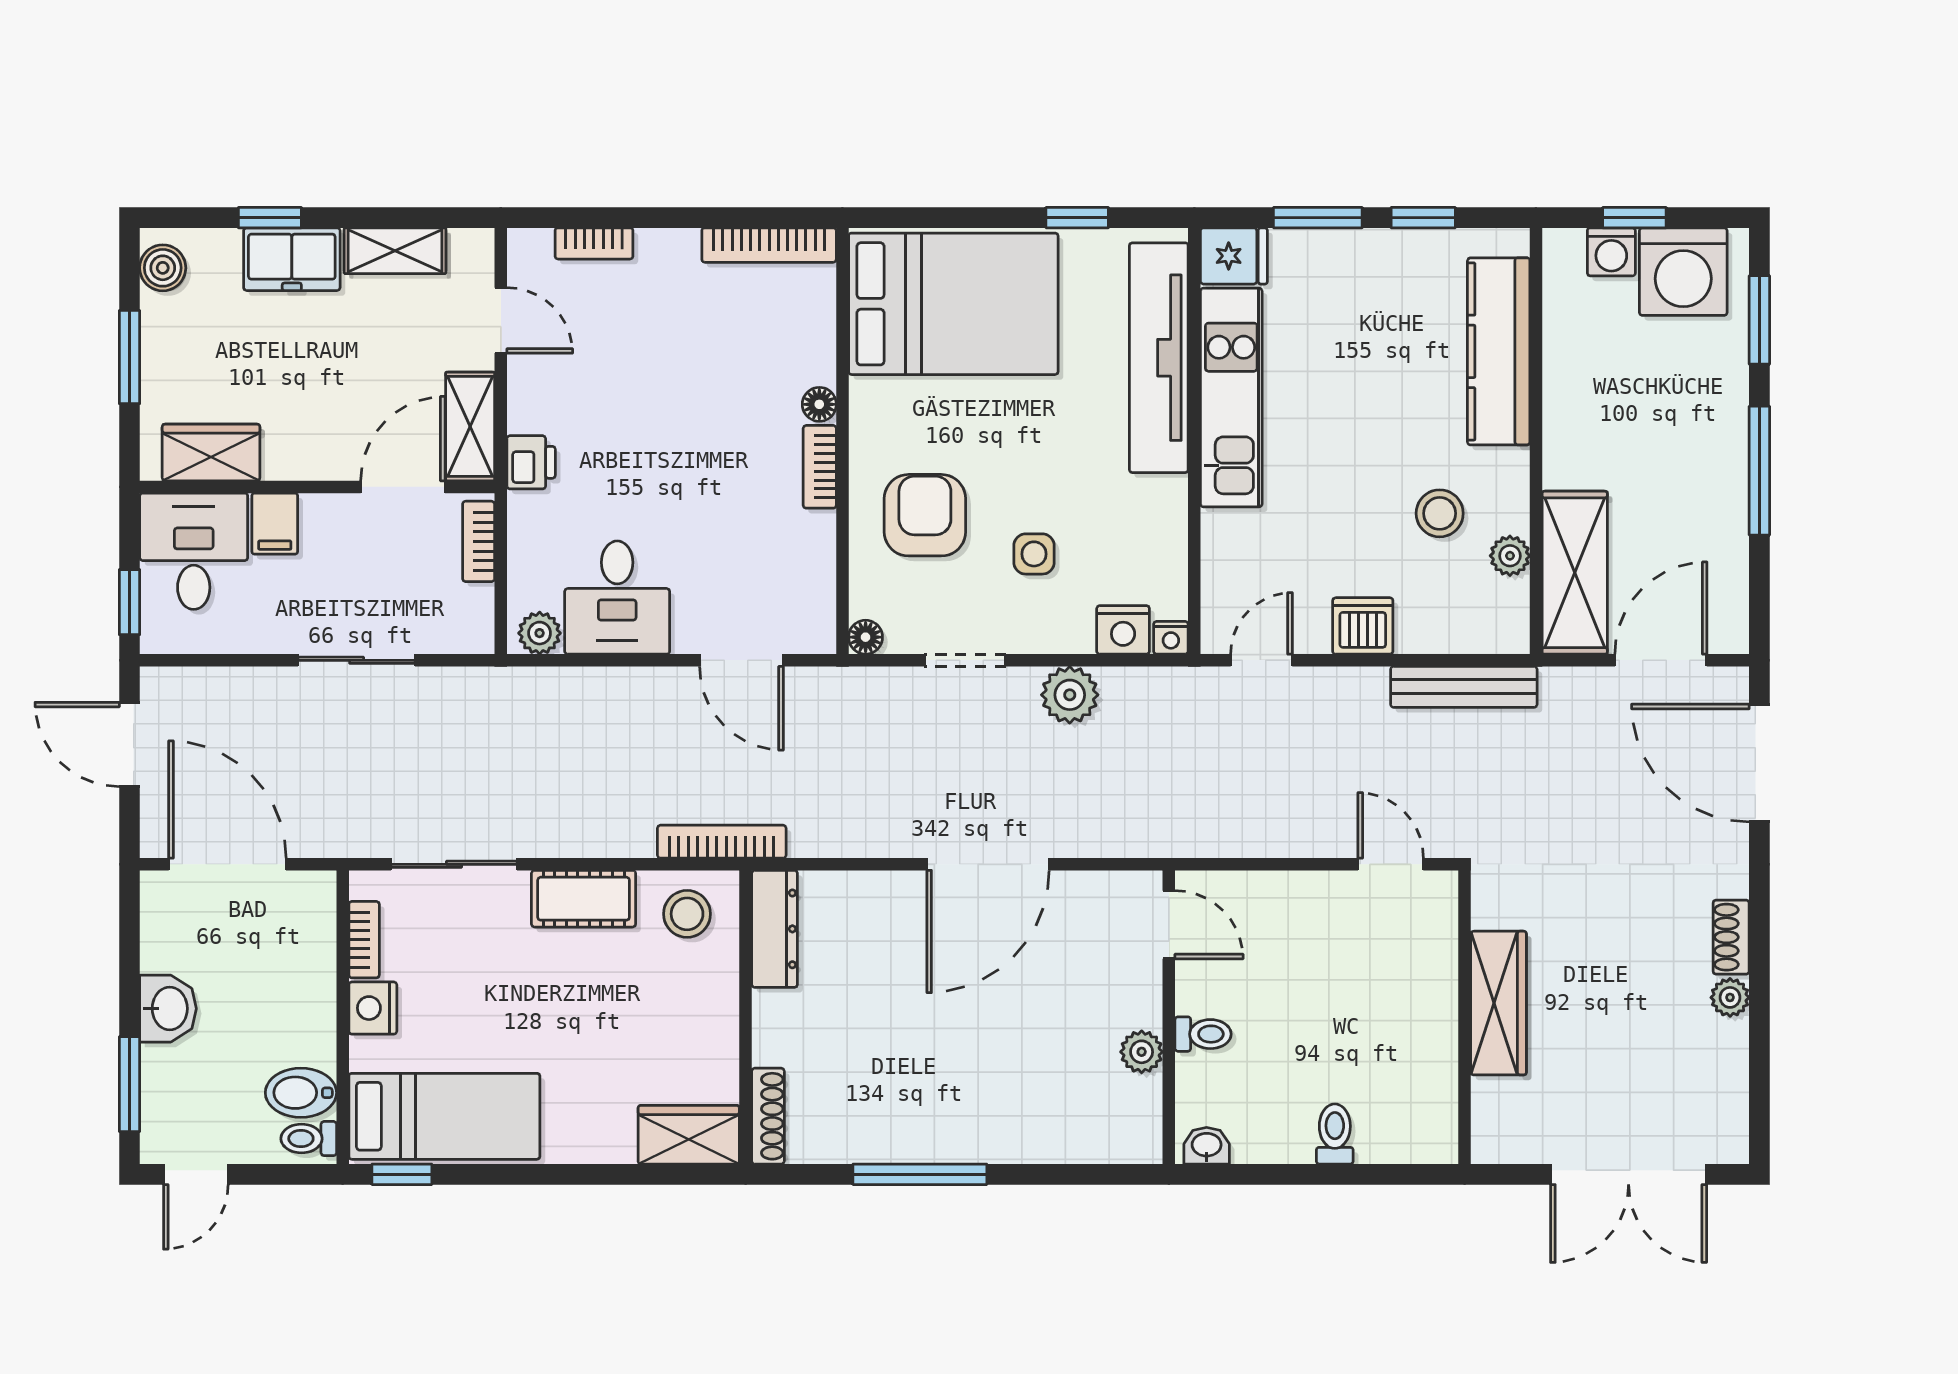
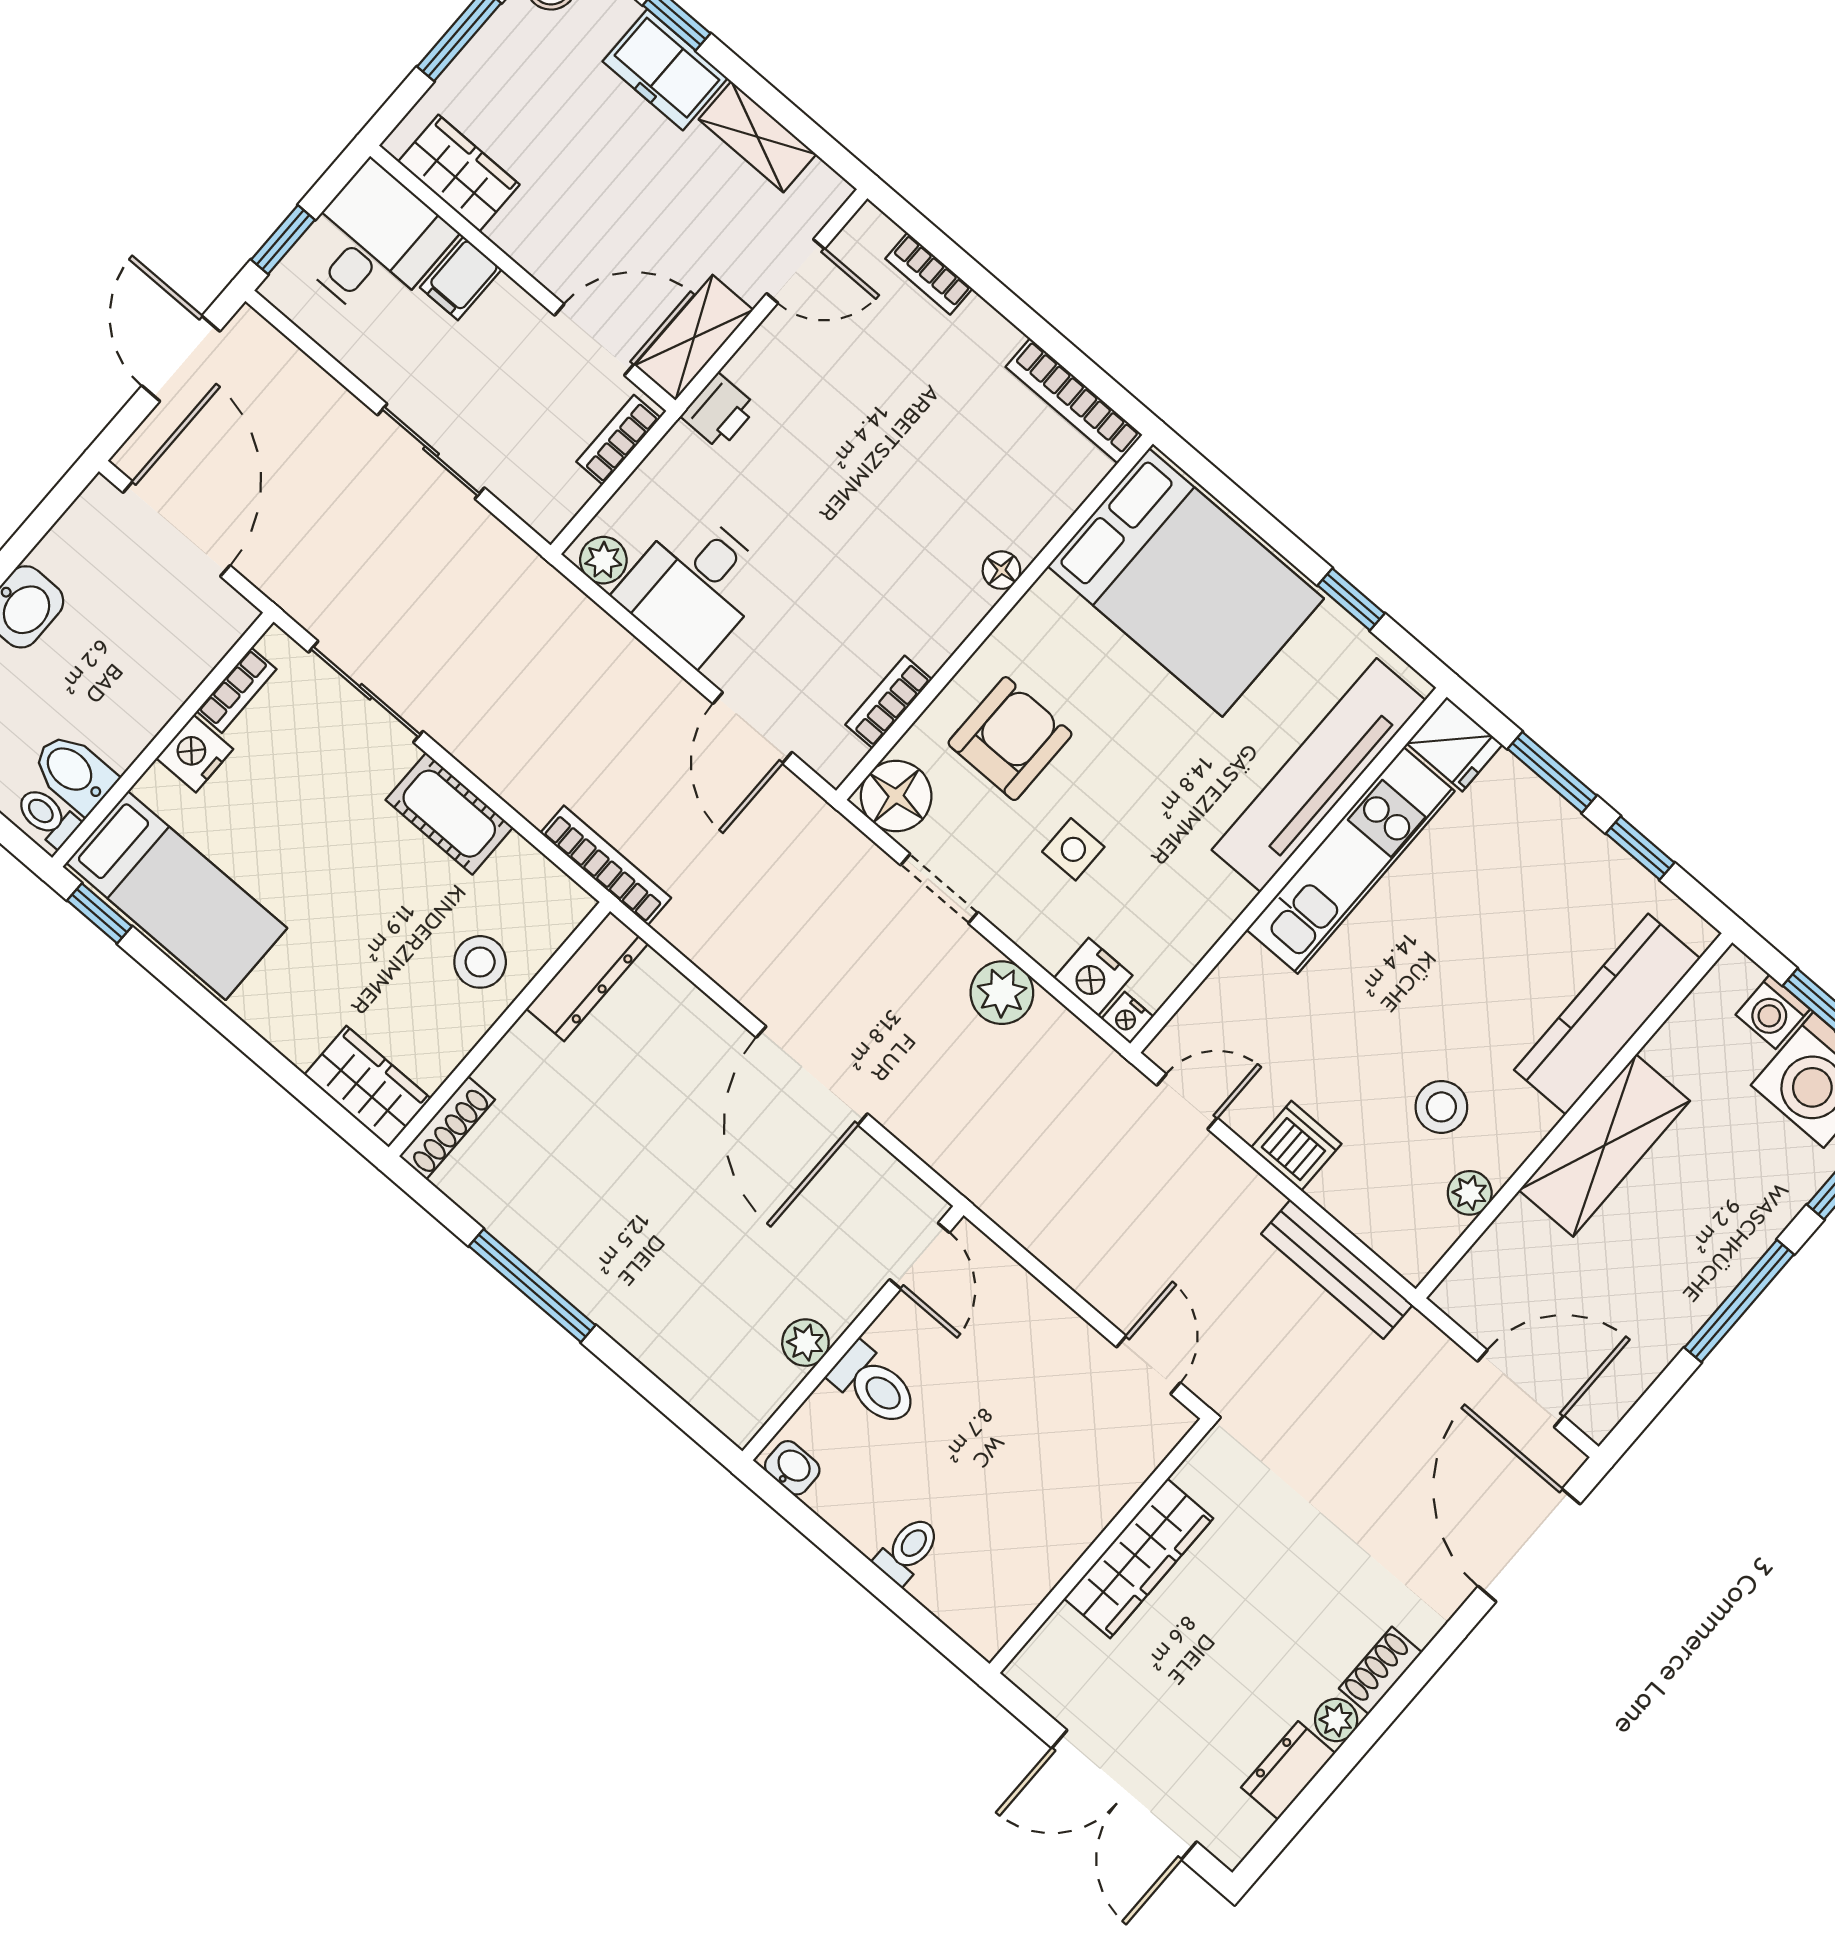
door: (501, 320) -> (796, 271), hinge flipped
bookcase: (820, 467) -> (889, 702), moved
shelving: (1575, 573) -> (1604, 1146), moved
floor lamp: (866, 637) -> (896, 796), width x1.89, depth x1.89
door: (988, 864) -> (812, 1076), hinge flipped
stool: (687, 914) -> (480, 962), moved
toilet: (1203, 1034) -> (874, 1385), width x1.37, depth x1.39
dresser: (1727, 1060) -> (1288, 1770), added

